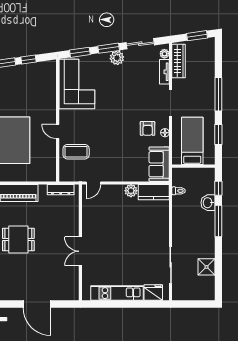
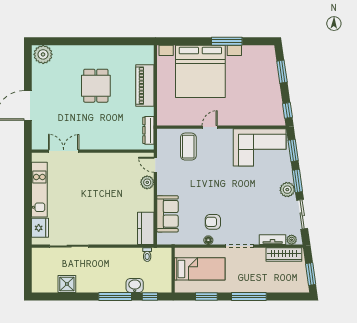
window: (29, 60) -> (287, 110), moved
sofa: (159, 164) -> (168, 214), moved, turned 90
plant: (131, 191) -> (147, 182), moved
double door: (80, 251) -> (64, 151), moved

